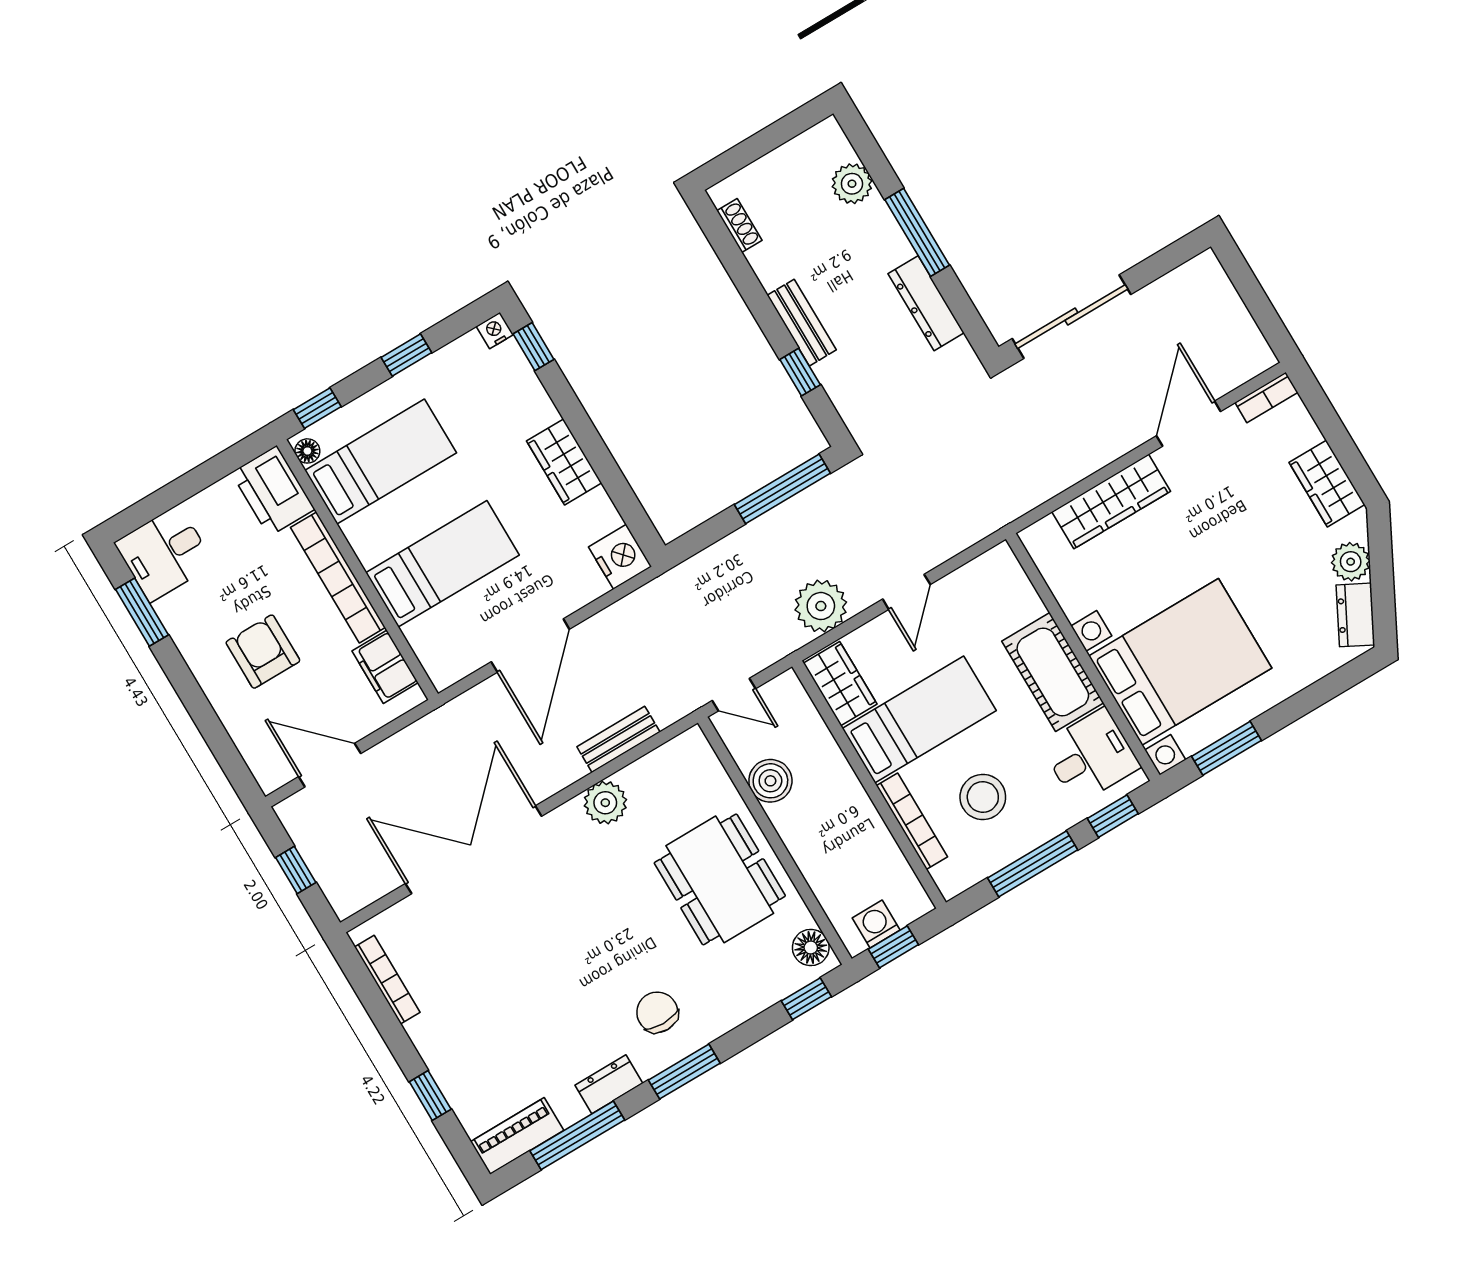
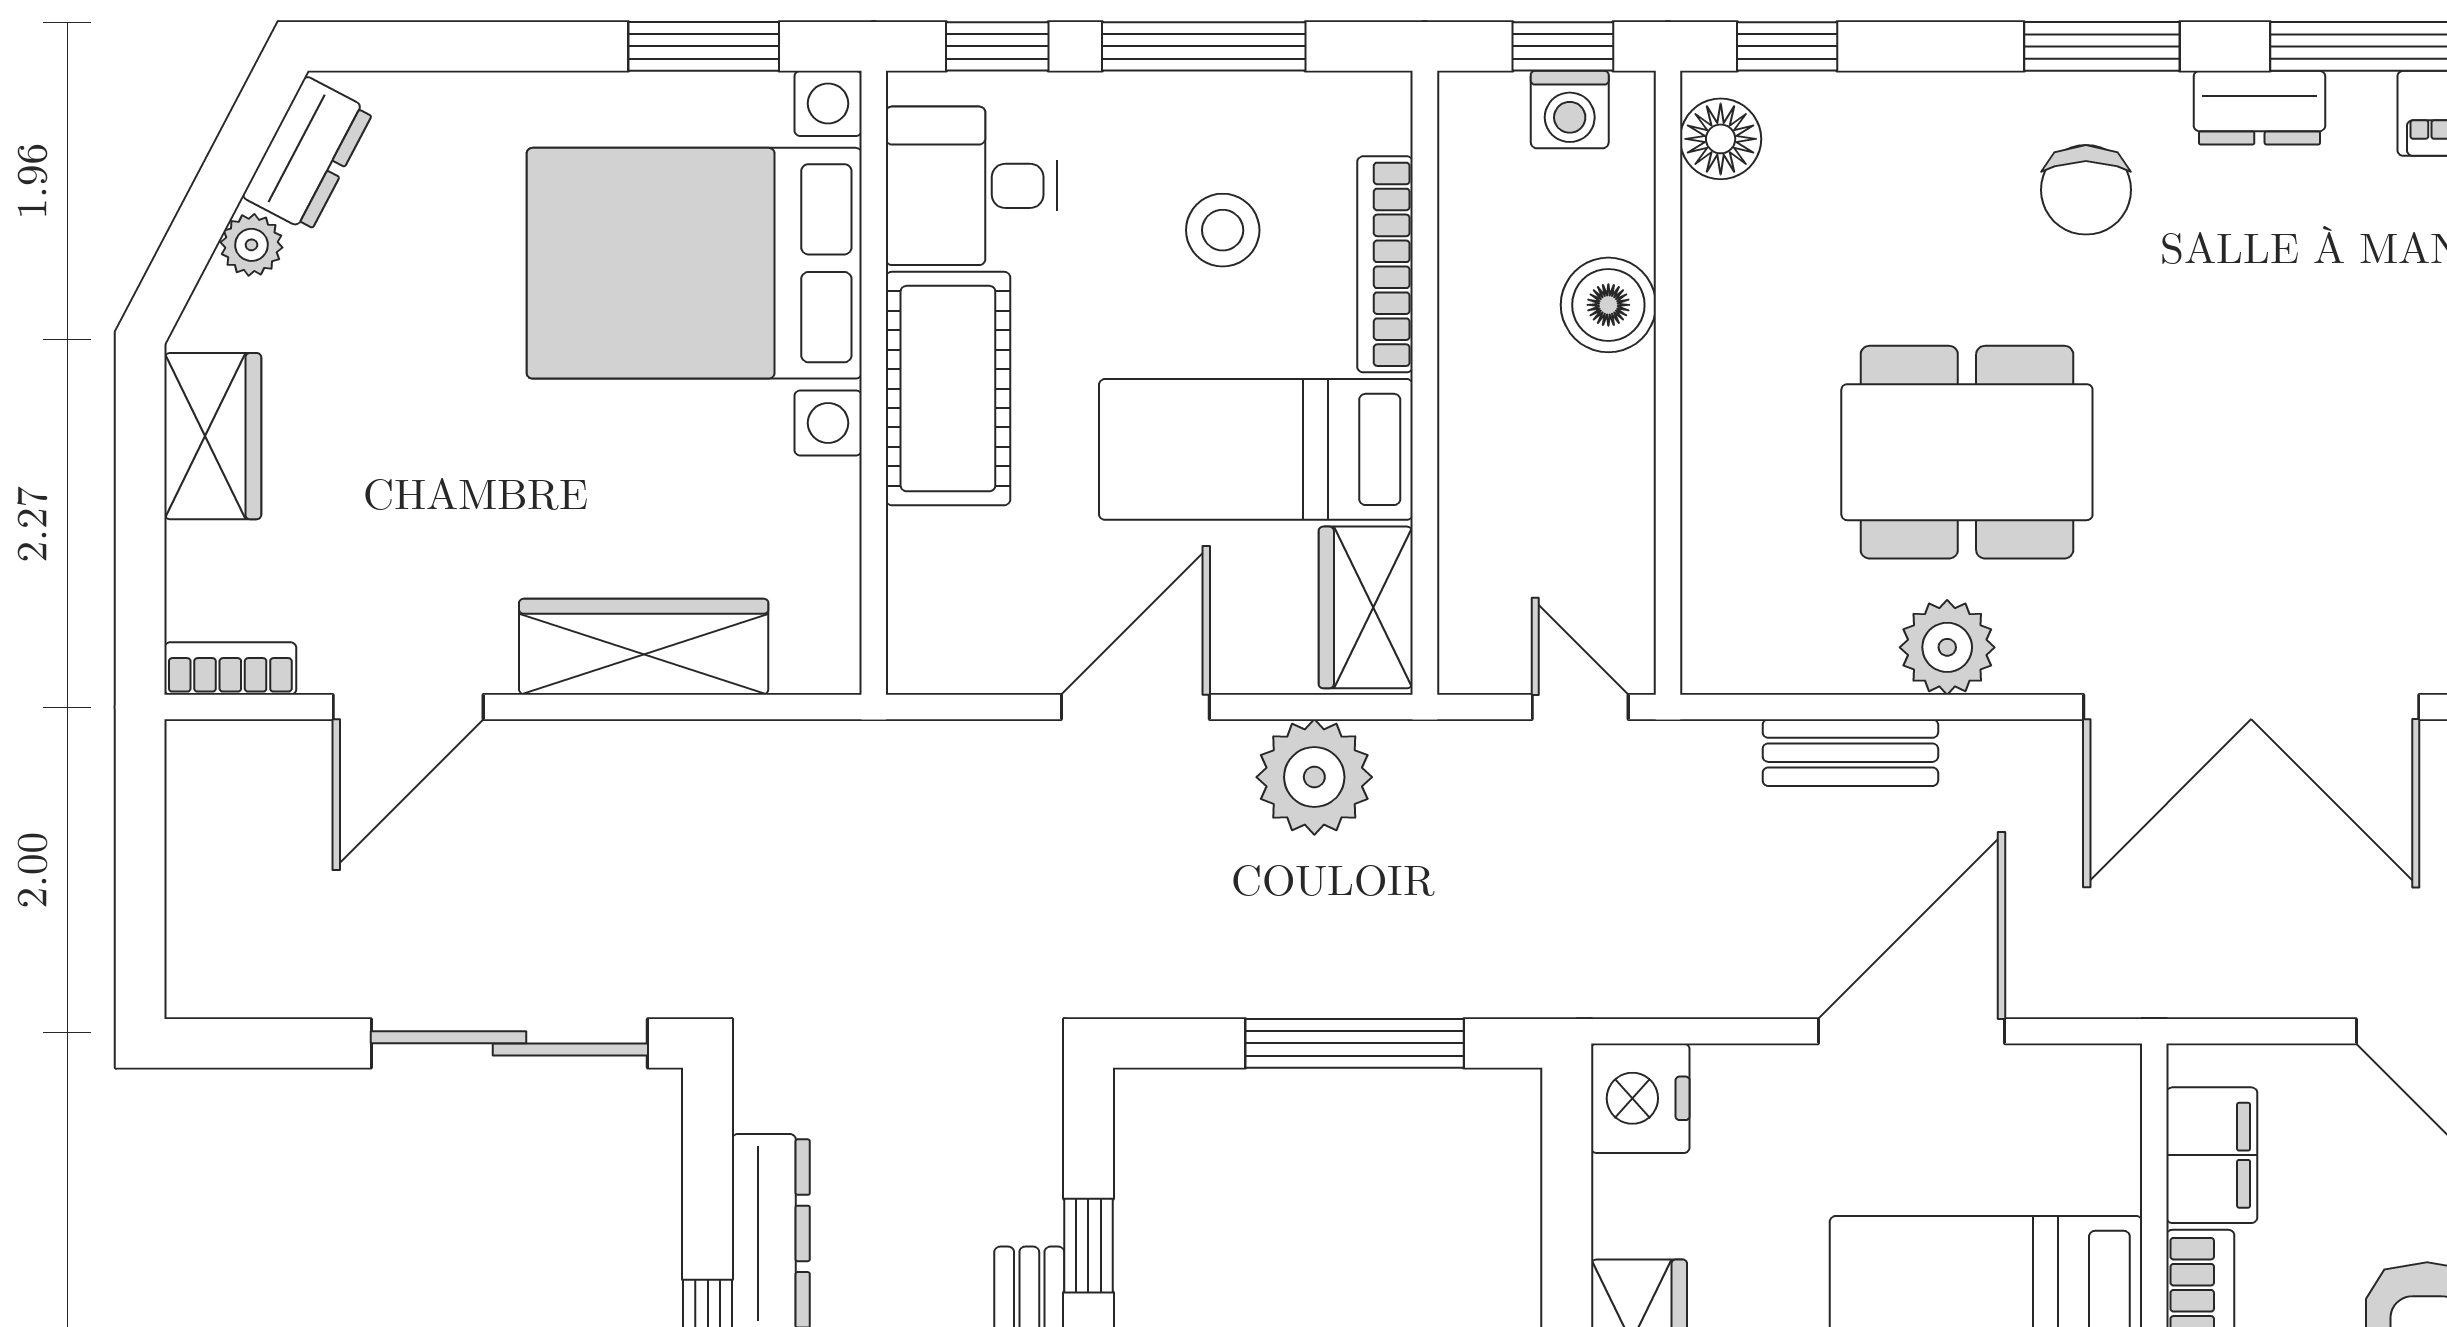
window: (782, 489) -> (1355, 1043), moved
plant: (1351, 562) -> (251, 245), width x0.73, depth x0.73
door: (906, 592) -> (1135, 707), width x1.38
boiler: (770, 781) -> (1608, 305), moved
stool: (983, 797) -> (1223, 230), width x0.73, depth x0.73
dining table: (720, 879) -> (1967, 452), moved, turned 90

